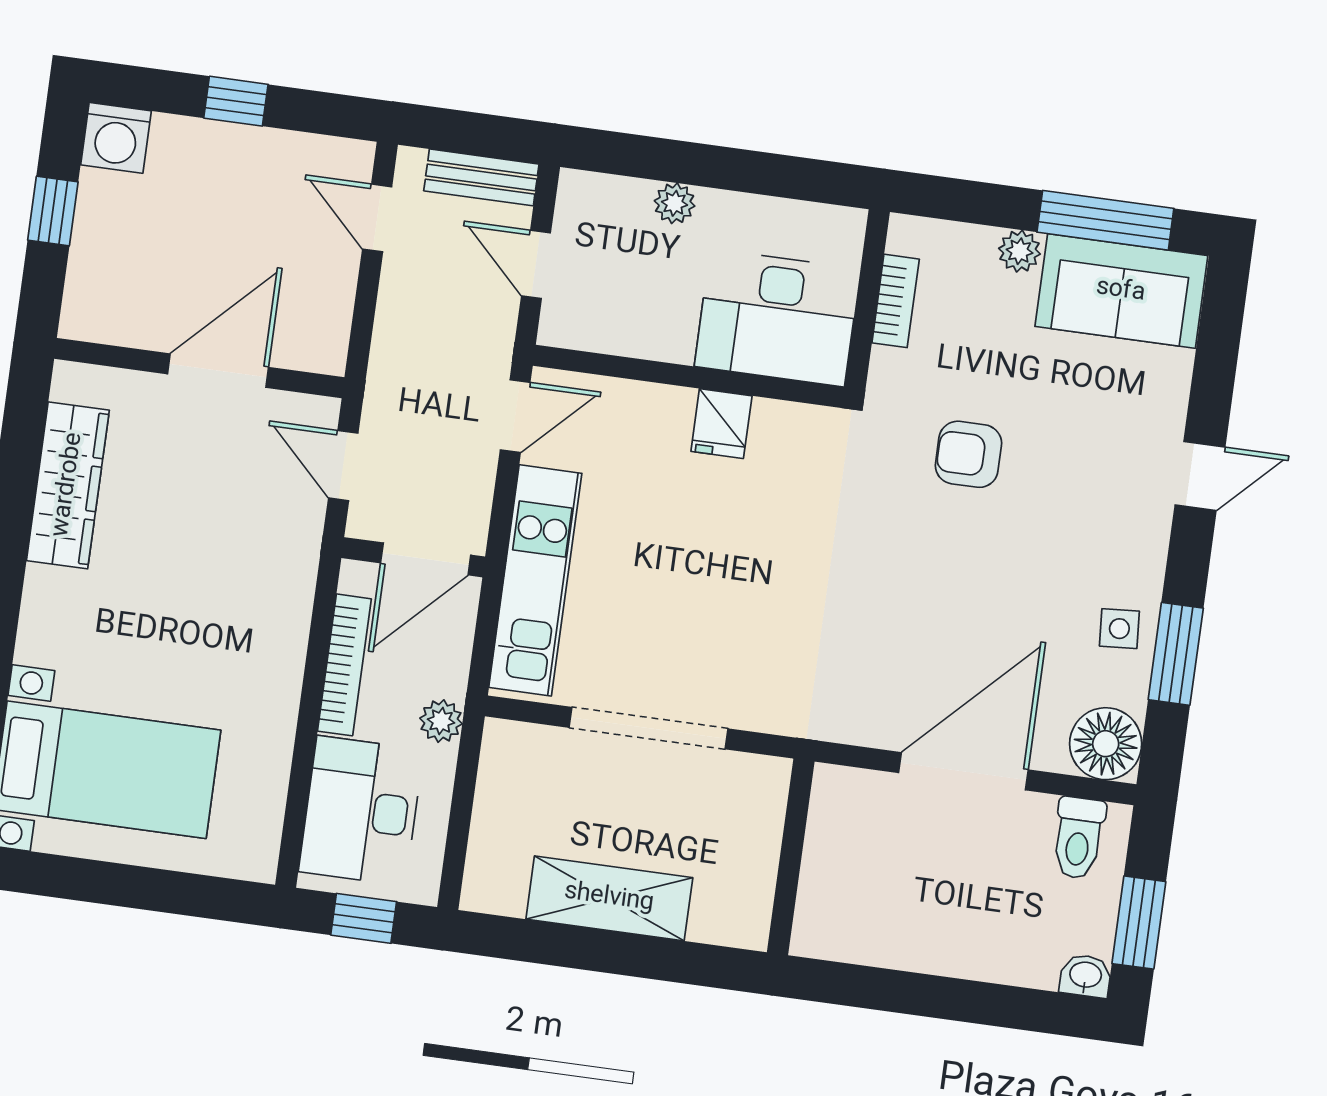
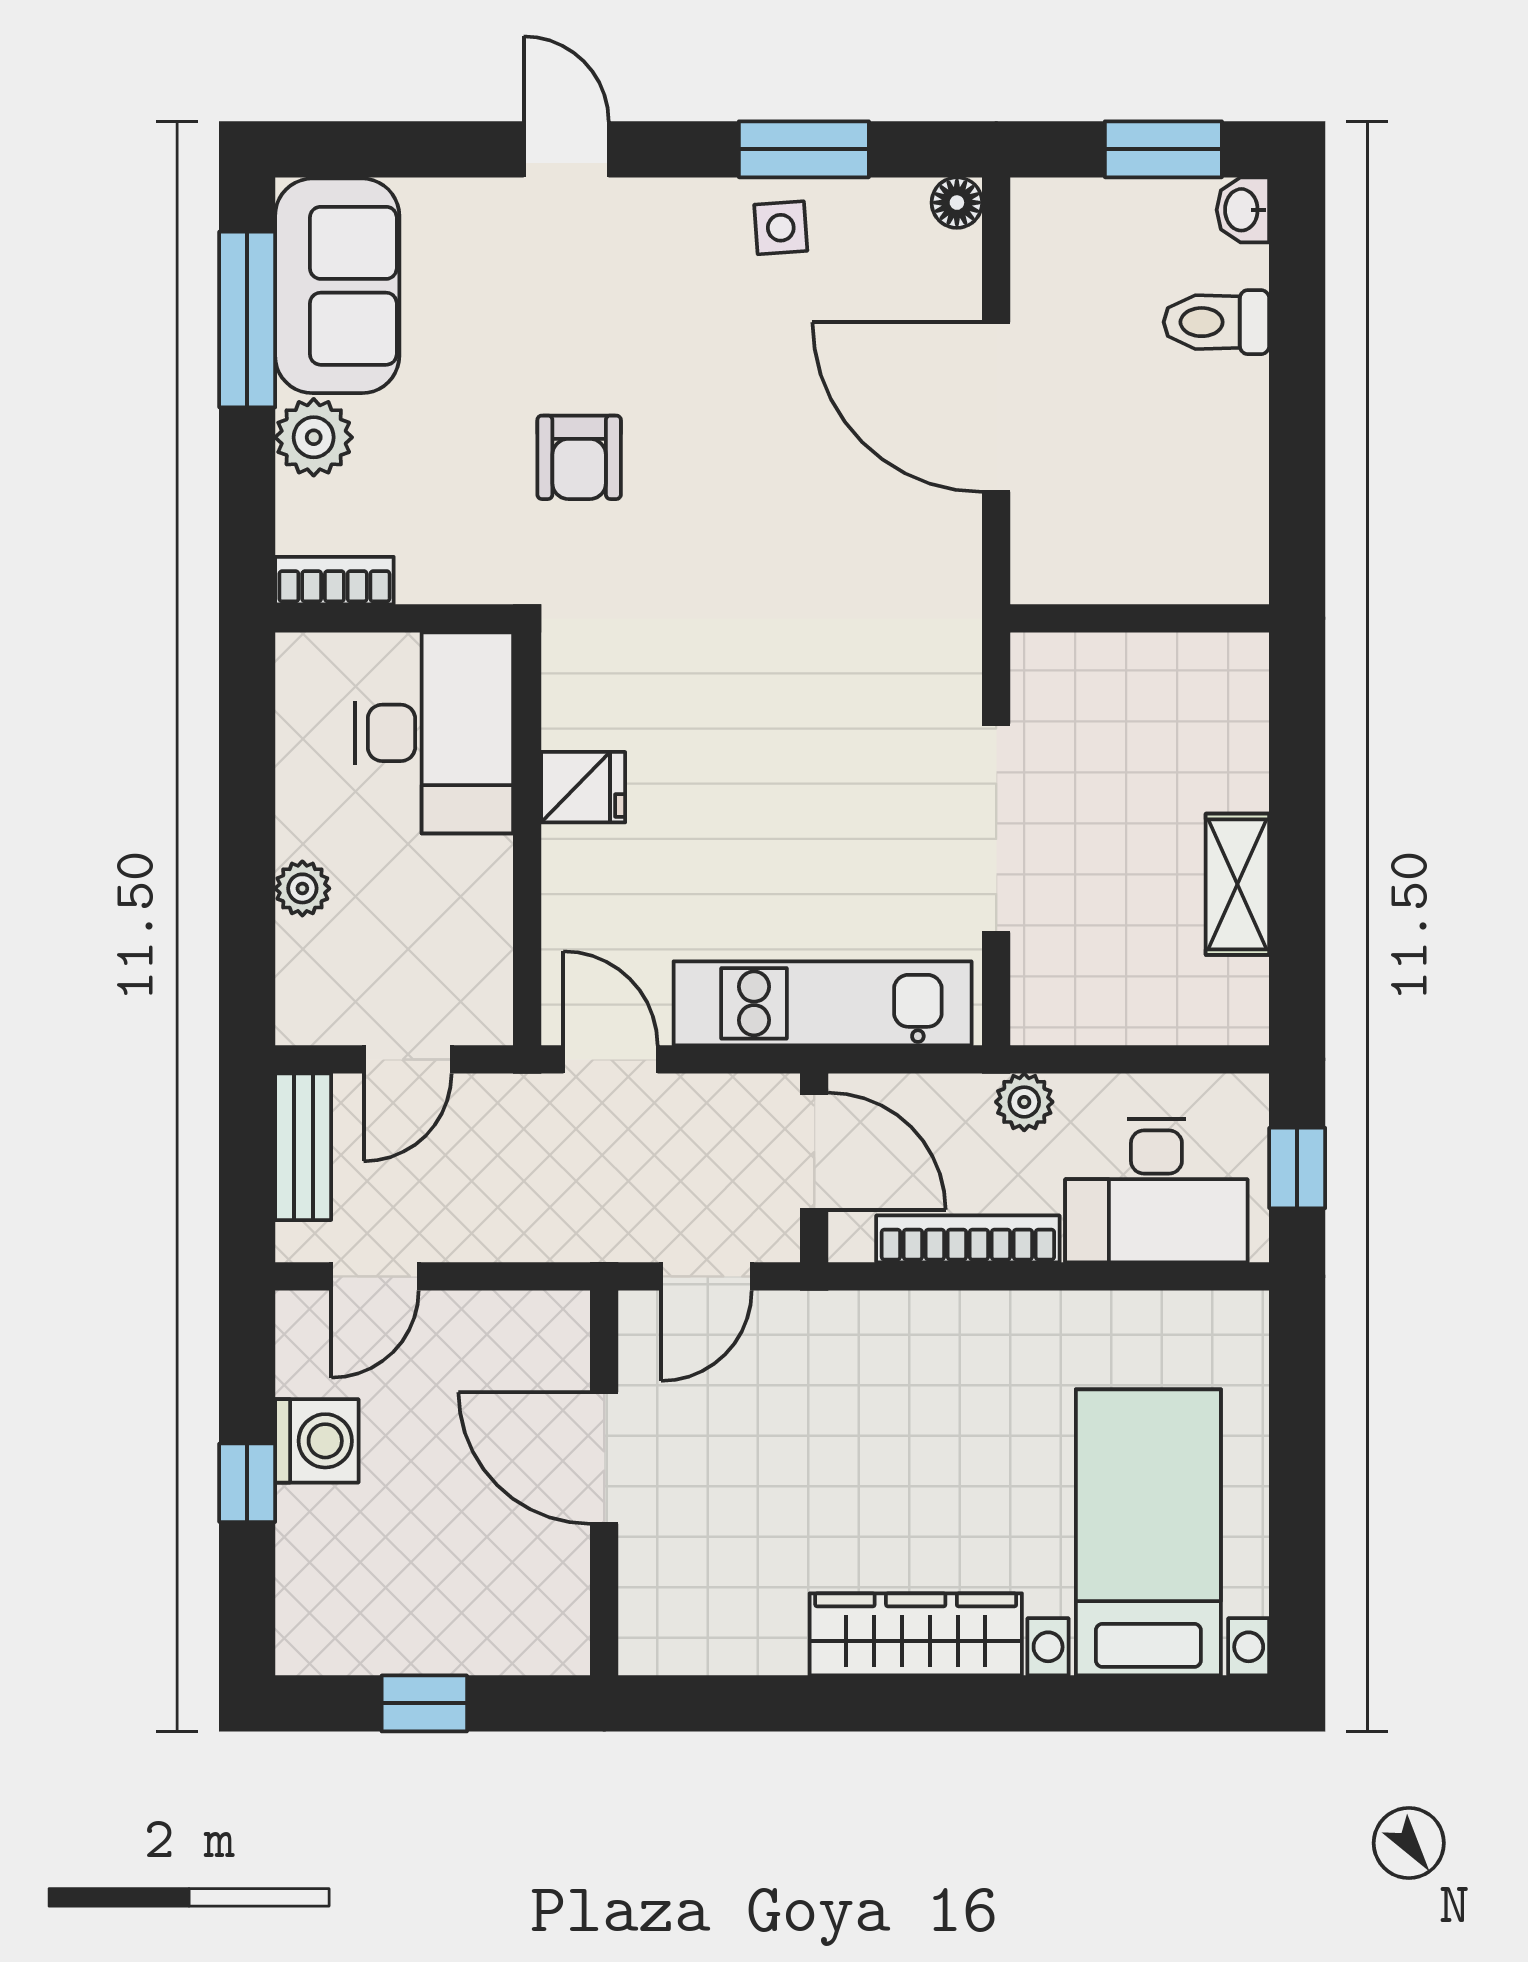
washing machine: (116, 138) -> (317, 1441), moved
plant: (1020, 251) -> (314, 437), width x1.38, depth x1.38
bookcase: (896, 301) -> (334, 581), moved
wardrobe: (68, 485) -> (916, 1634), moved
floor lamp: (1106, 744) -> (957, 203), width x0.53, depth x0.53
toilet: (1078, 838) -> (1216, 322), moved, turned 180
shelving: (609, 898) -> (1237, 884), width x0.67, depth x0.75

